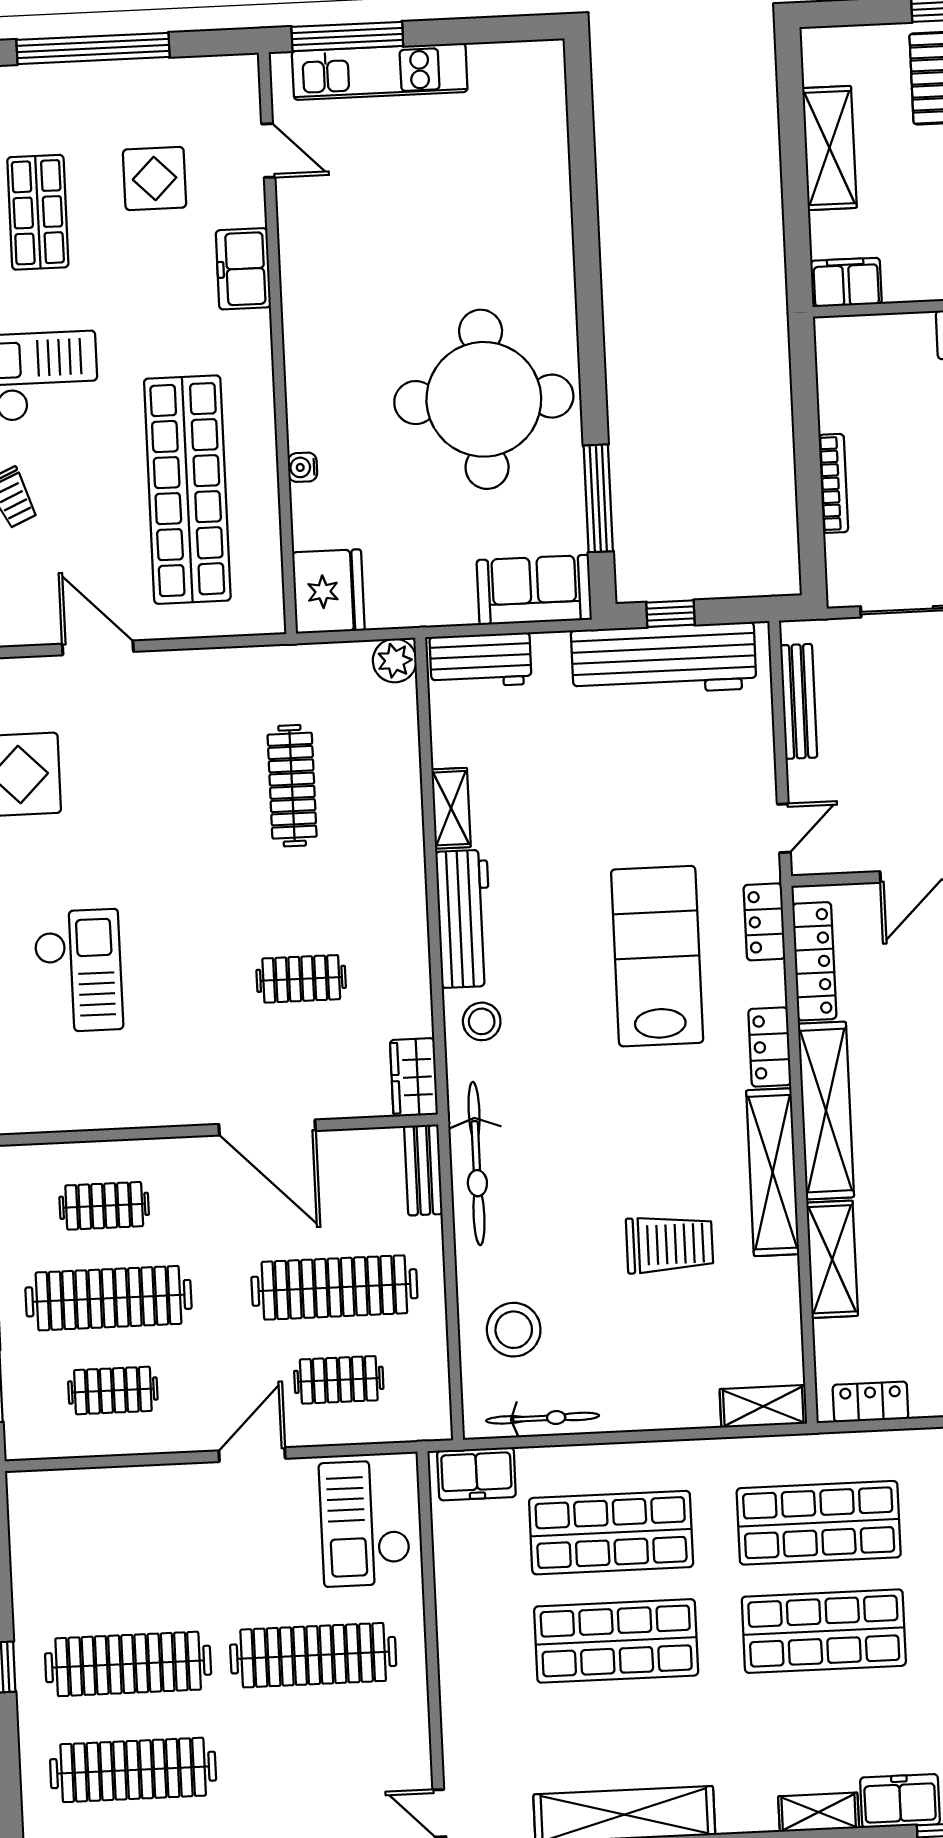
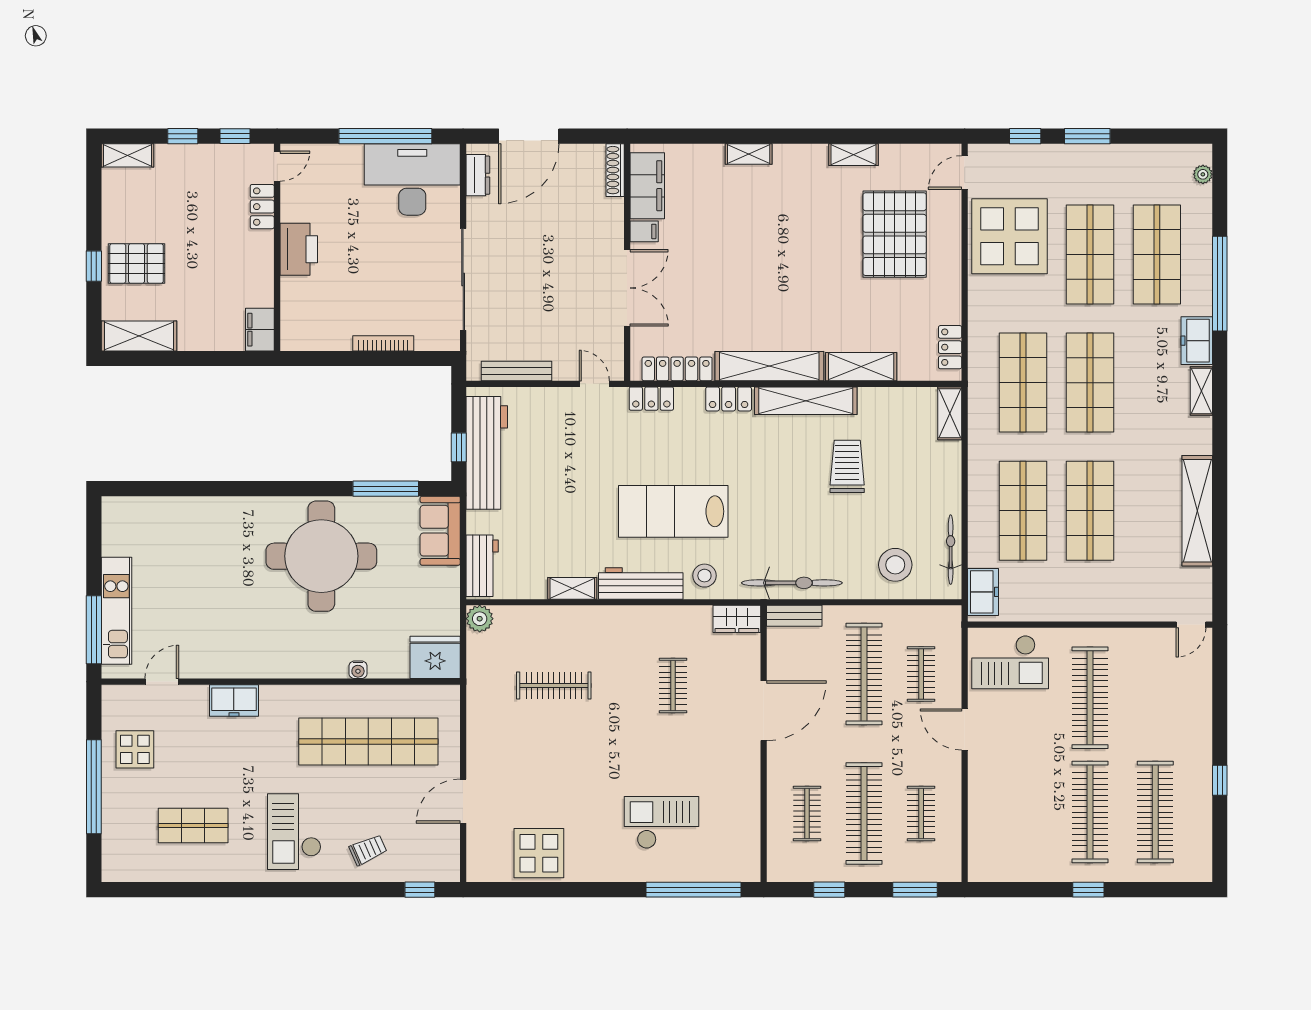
shelving: (829, 148) -> (139, 336), moved
display table: (155, 178) -> (135, 749), moved
lab bench: (657, 956) -> (673, 511), moved

